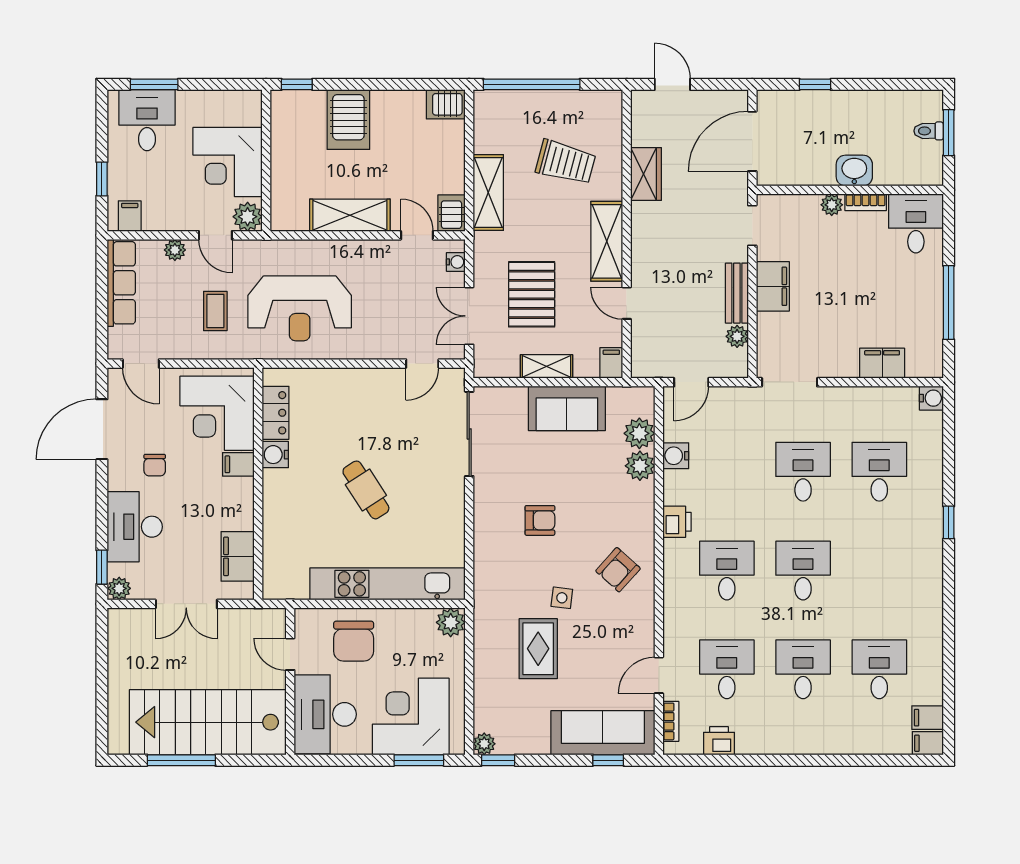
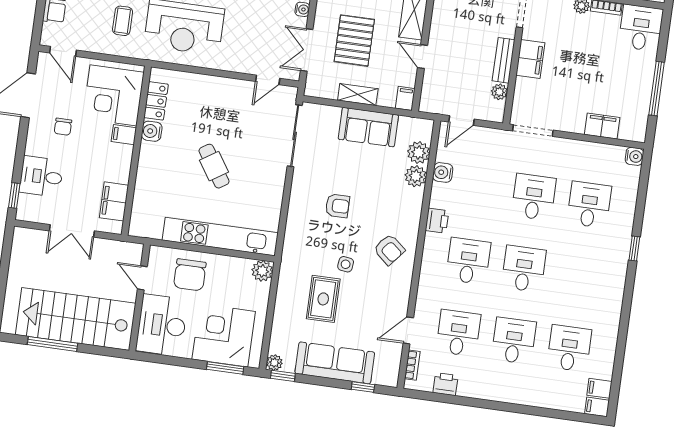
desk: (135, 527) -> (41, 176), width x0.73
armchair: (618, 570) -> (389, 250), turned -92
plant: (119, 588) -> (25, 213), removed
sofa: (603, 733) -> (335, 363), moved

